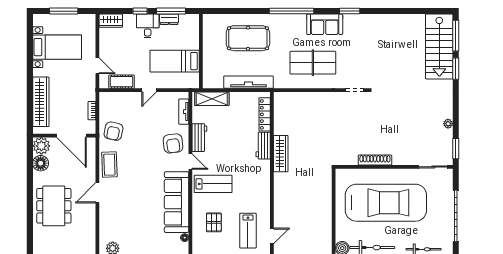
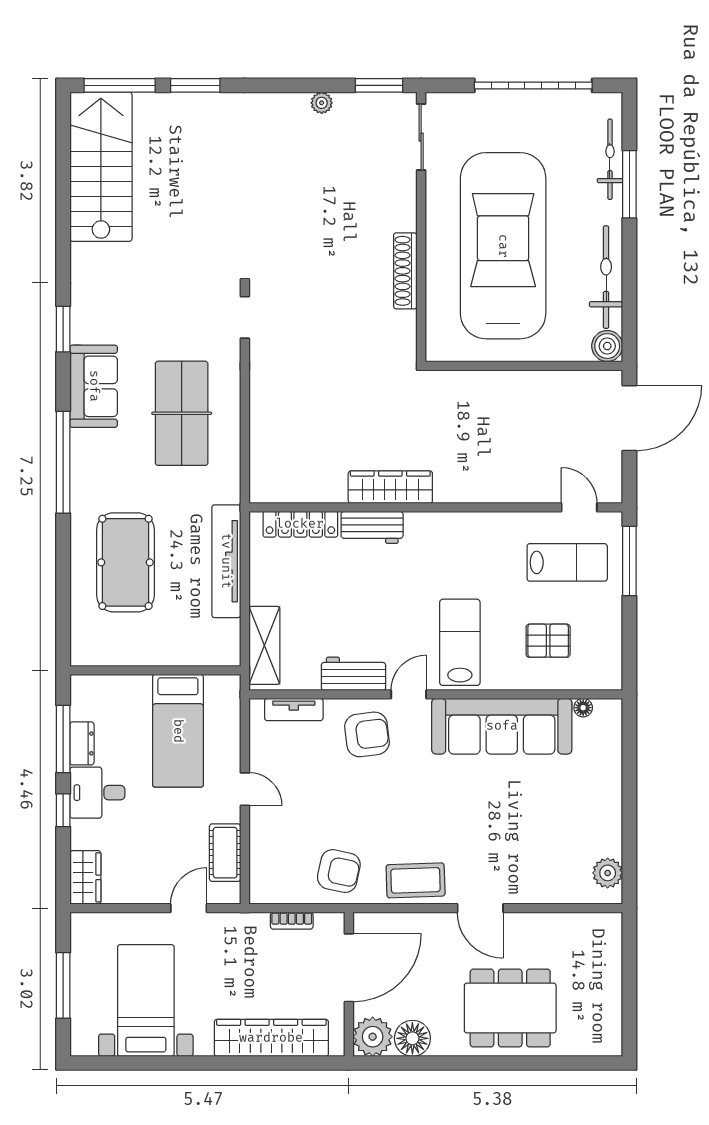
stairs: (439, 47) -> (101, 167), moved, turned -90

